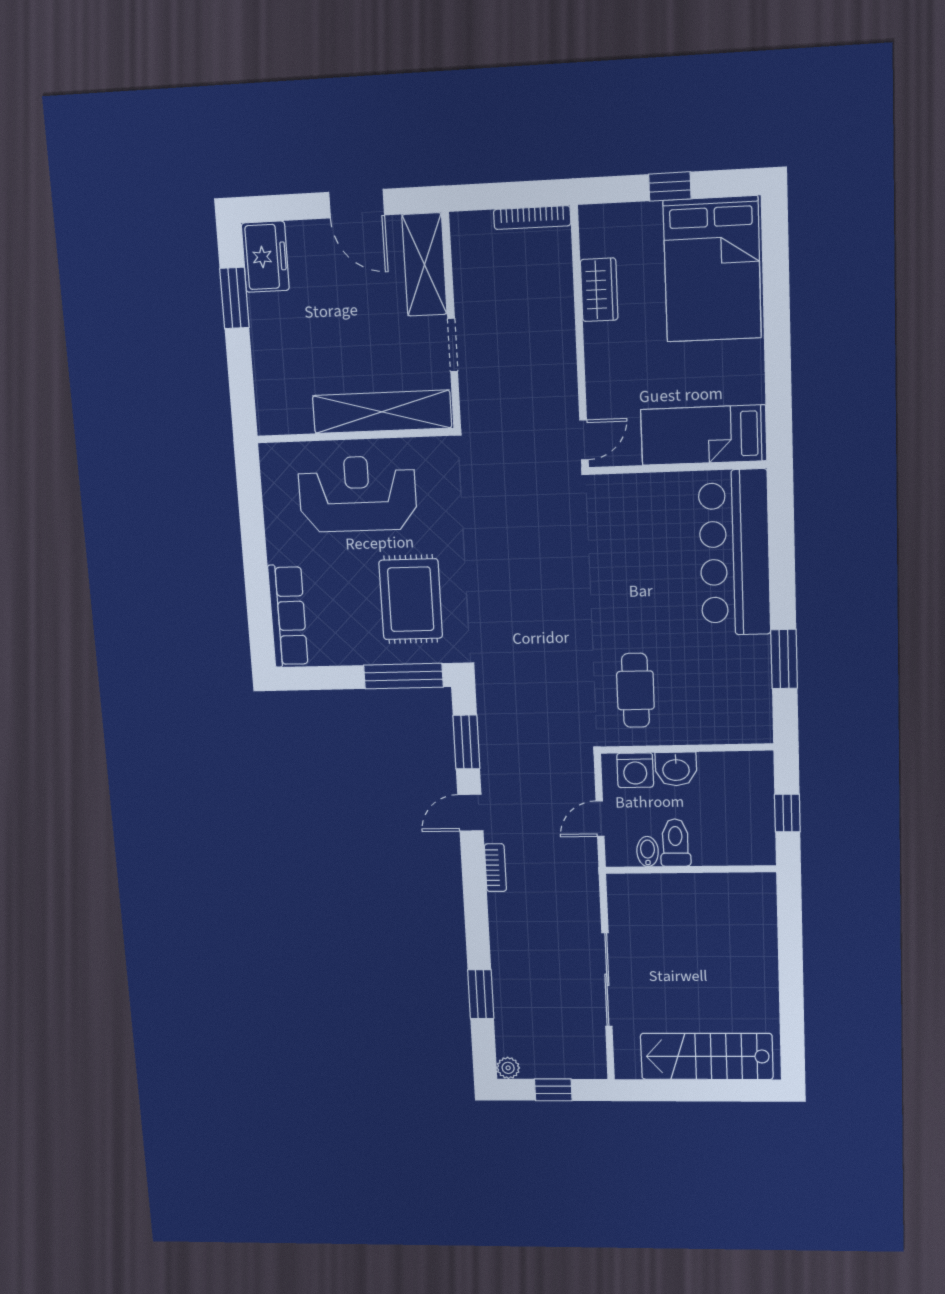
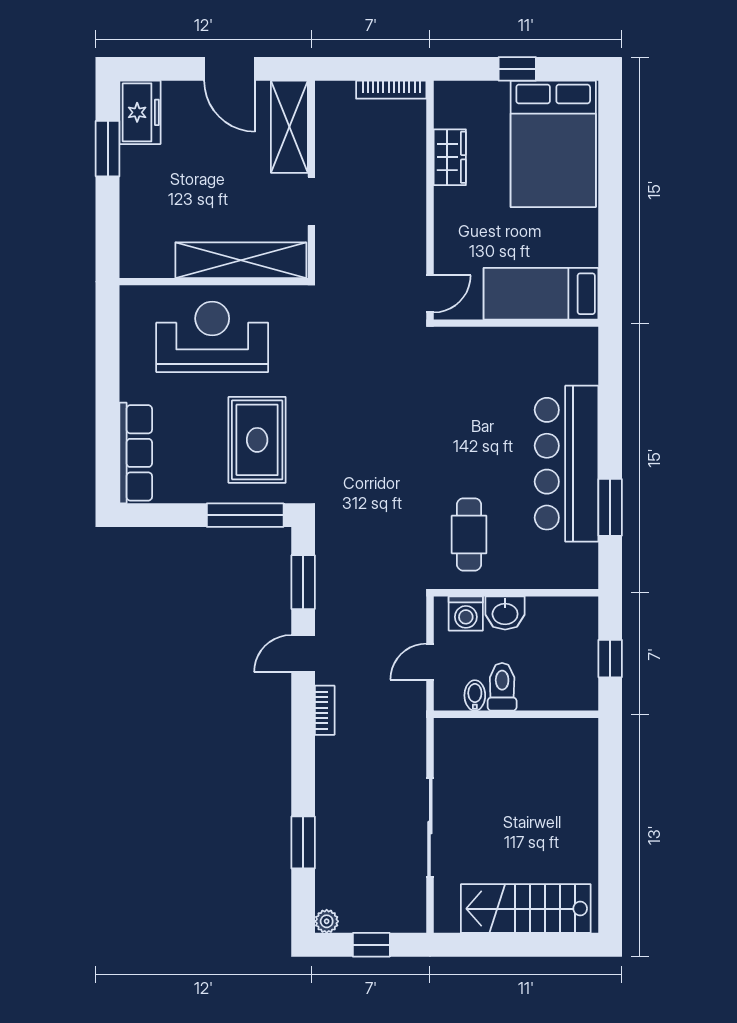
bar counter: (735, 553) -> (566, 464), moved

